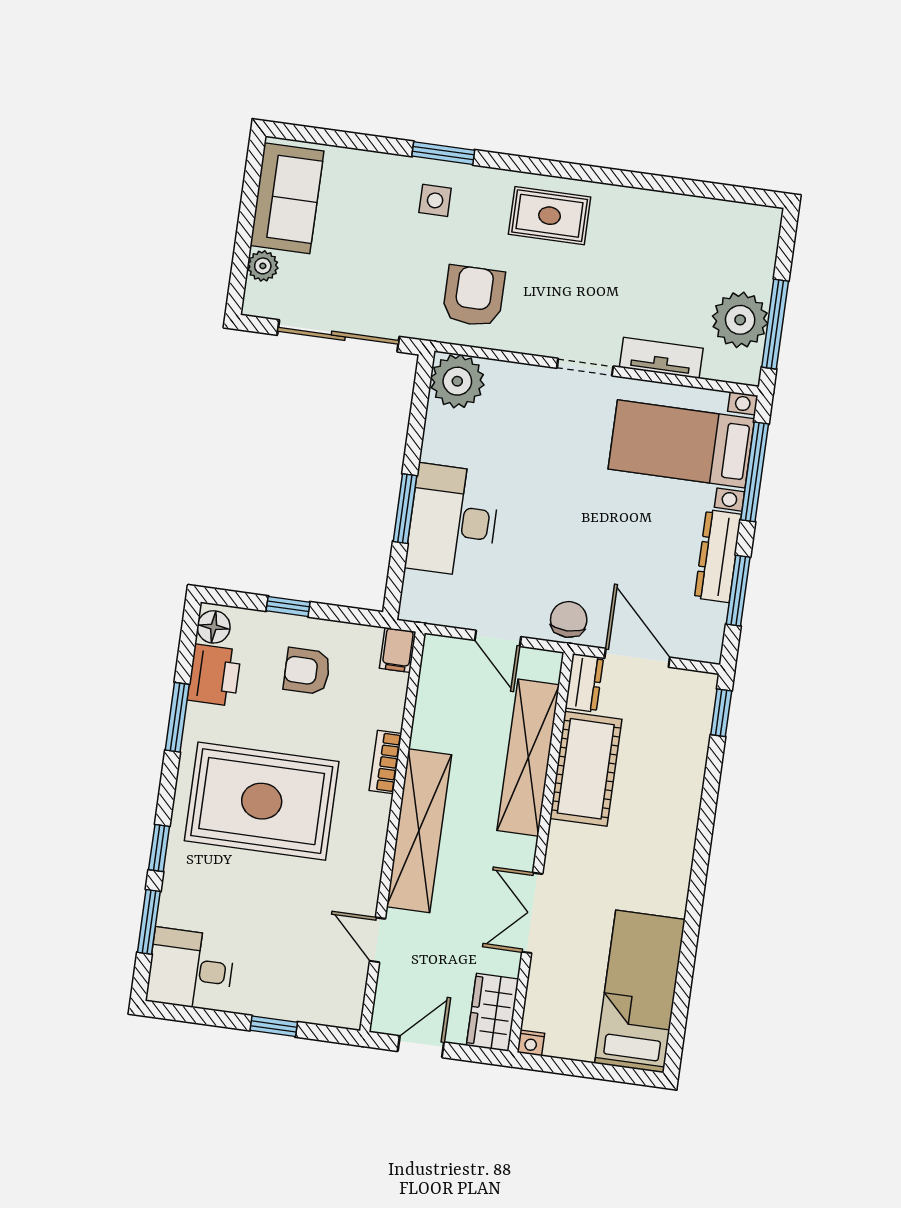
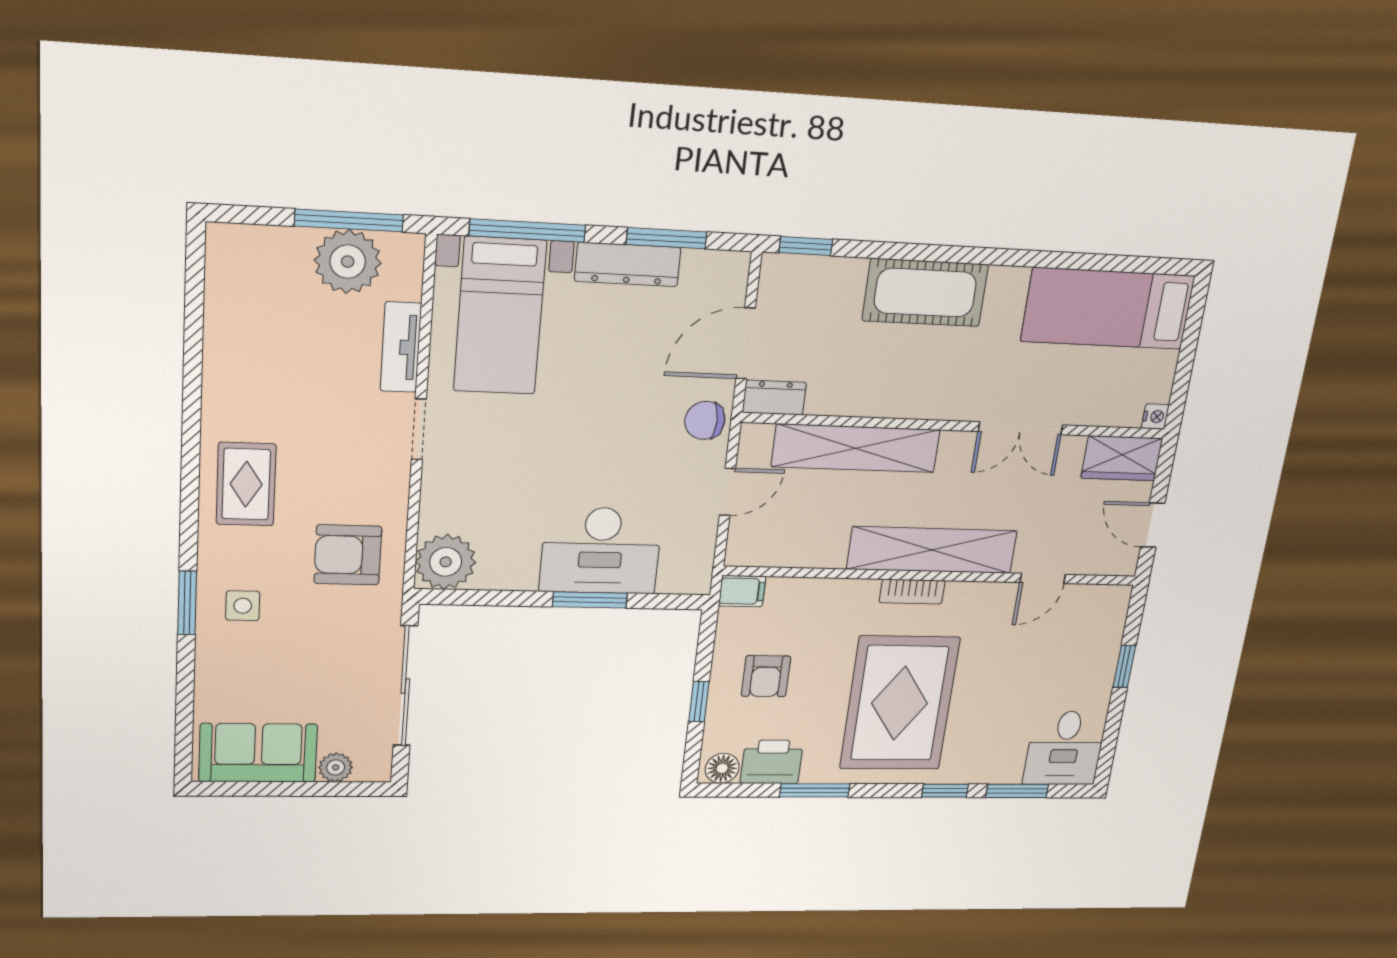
bookcase: (385, 762) -> (912, 592), moved
cot: (586, 769) -> (925, 293), moved

